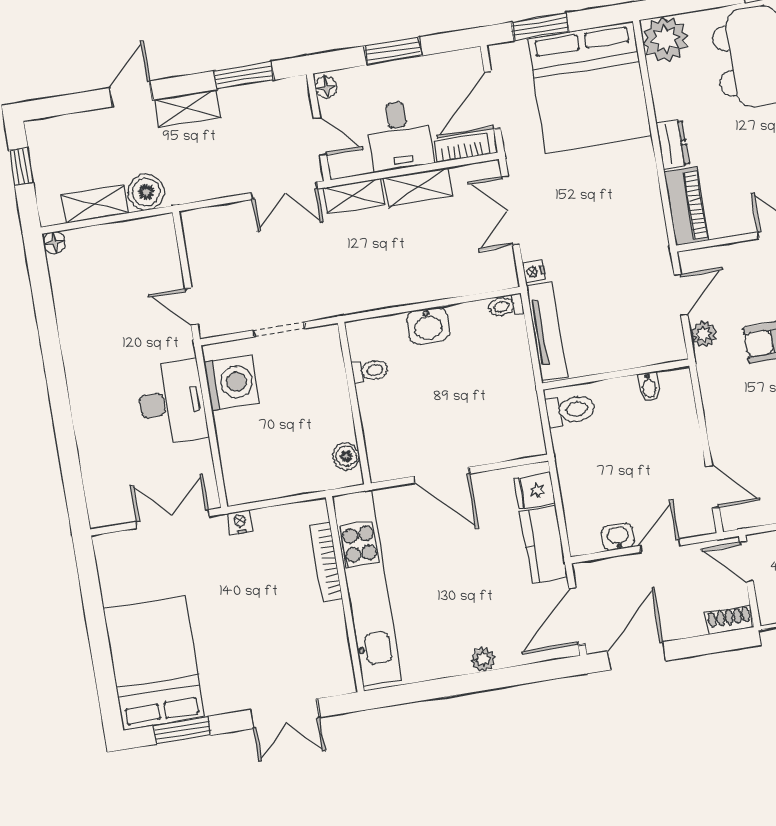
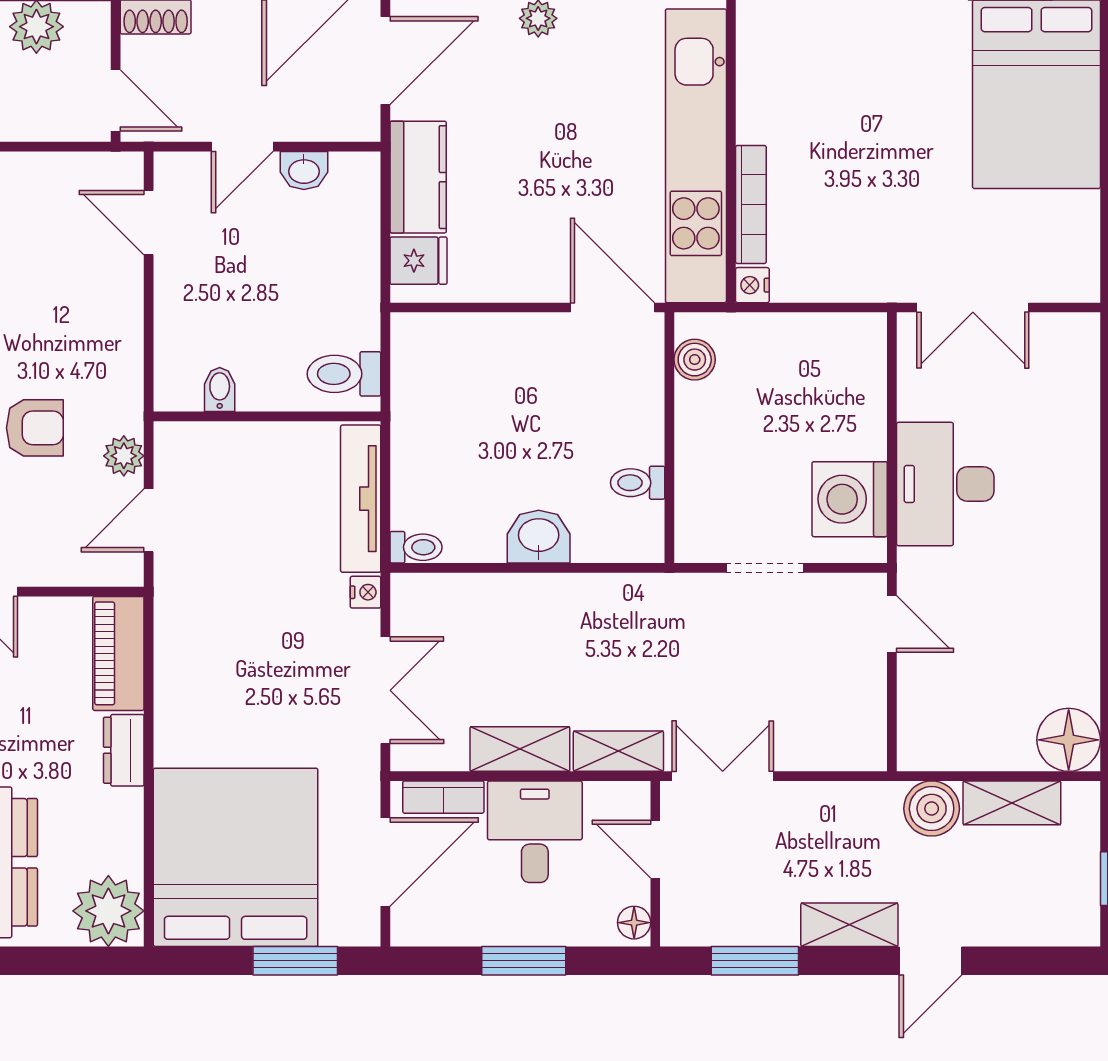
floor lamp: (54, 243) -> (1069, 740), width x1.89, depth x1.89
door: (442, 475) -> (612, 307), moved
nightstand: (240, 522) -> (752, 285), moved, turned 90

